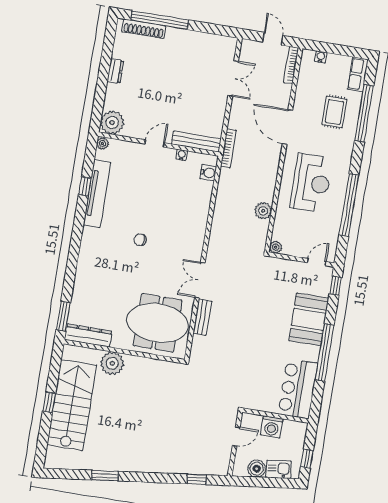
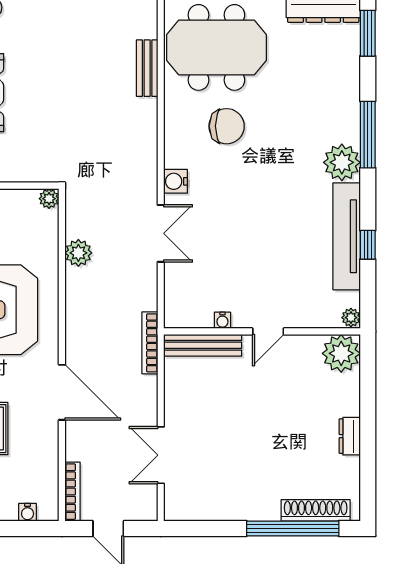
water cooler: (208, 173) -> (176, 181), moved
plant: (92, 240) -> (342, 162), added
chair: (140, 240) -> (227, 126), moved, width x1.87, depth x1.87
window: (74, 254) -> (368, 135), added
double door: (200, 280) -> (161, 233), moved

